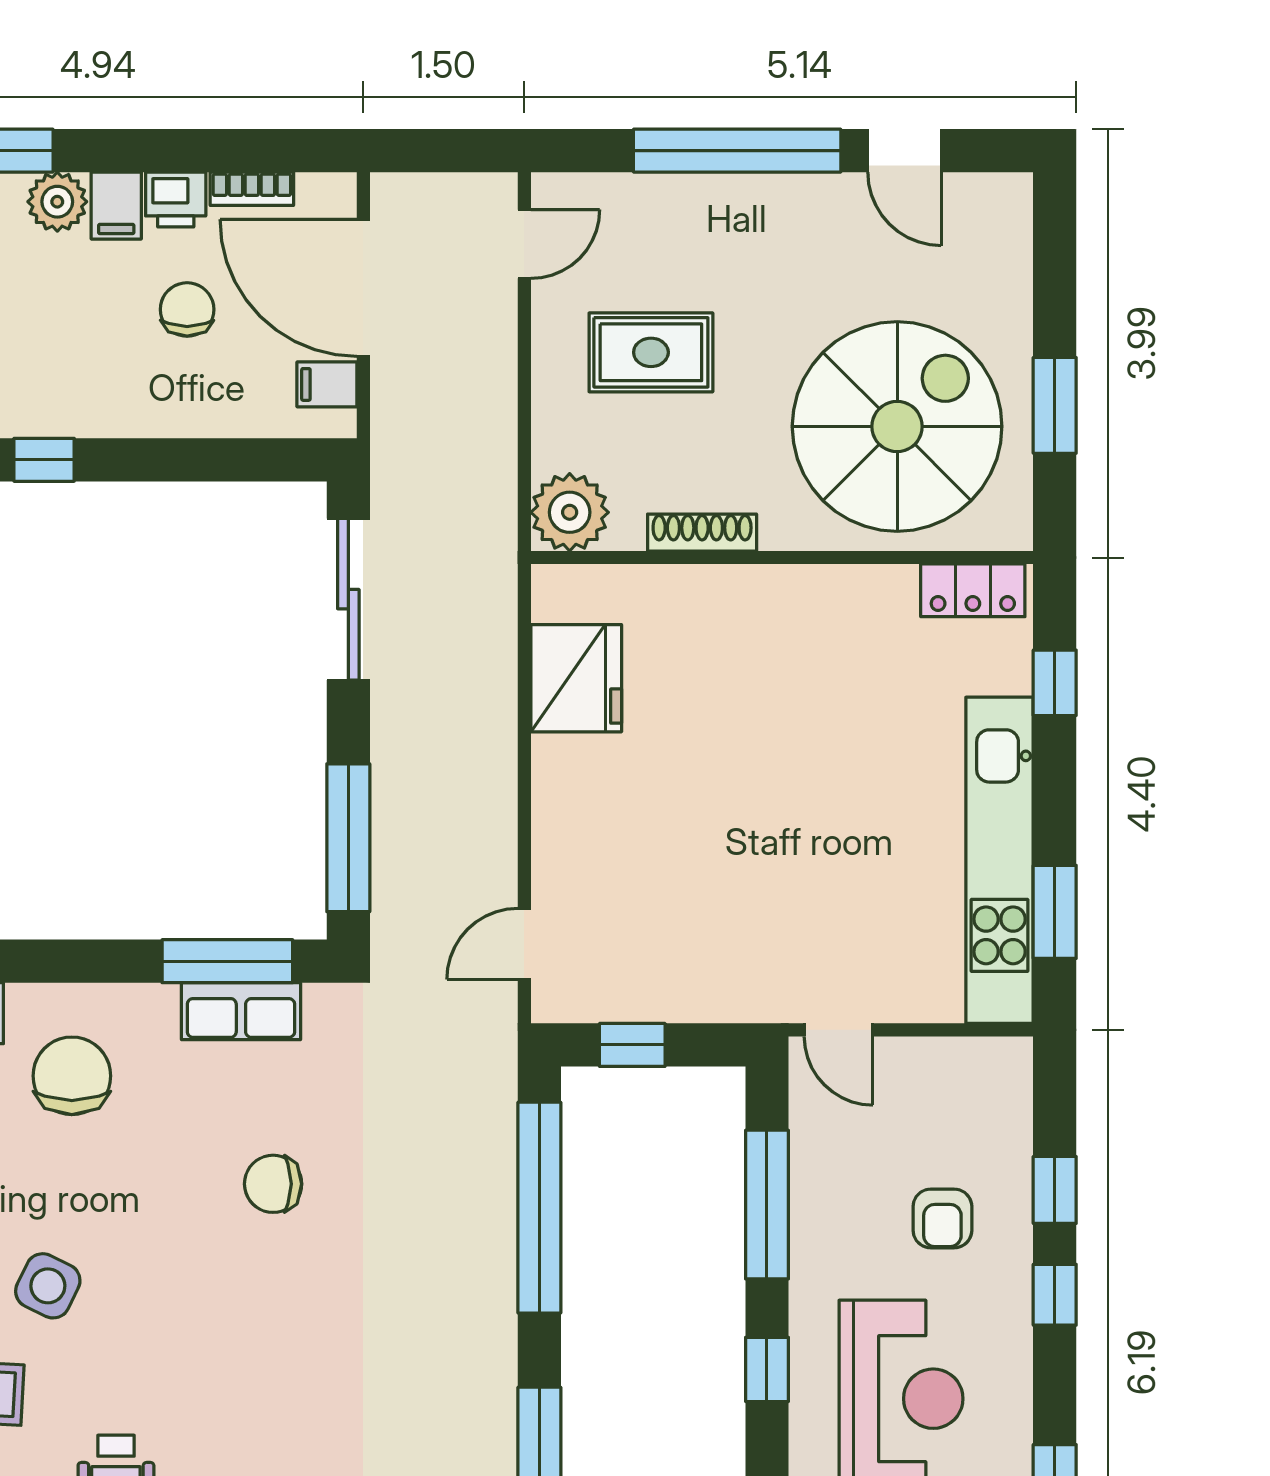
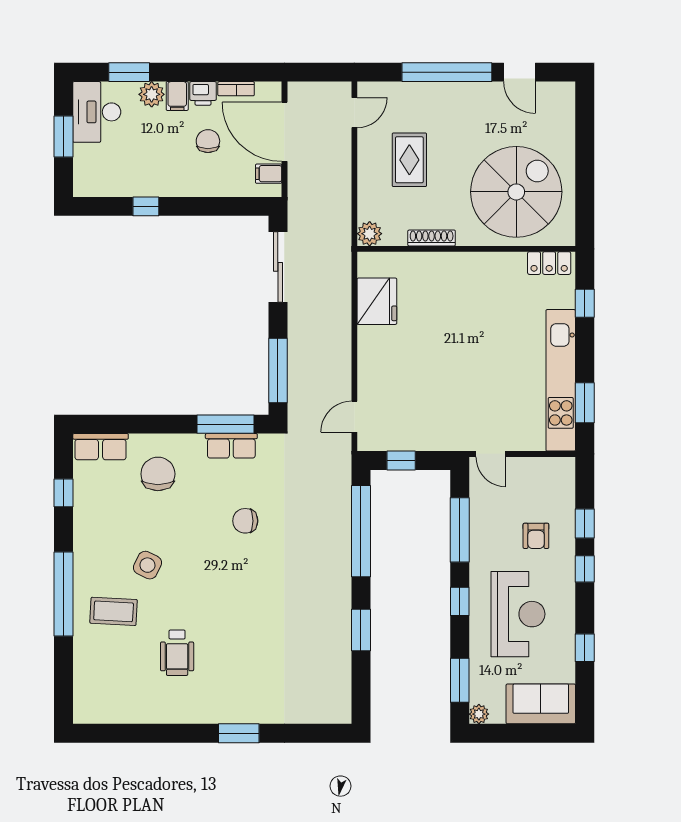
rug: (651, 352) -> (409, 160), turned 90
window: (1055, 405) -> (585, 183), removed
plant: (570, 512) -> (370, 234), width x0.73, depth x0.73

